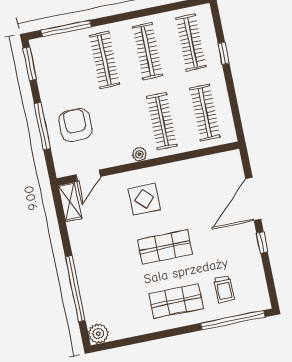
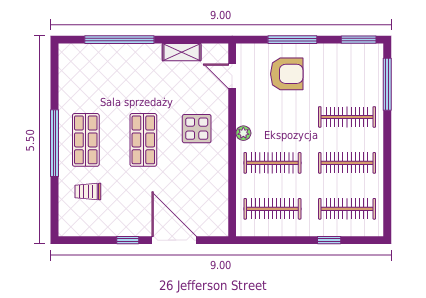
shelving: (70, 202) -> (182, 52), moved
window: (233, 320) -> (54, 143), moved
plant: (98, 334) -> (69, 54), removed

